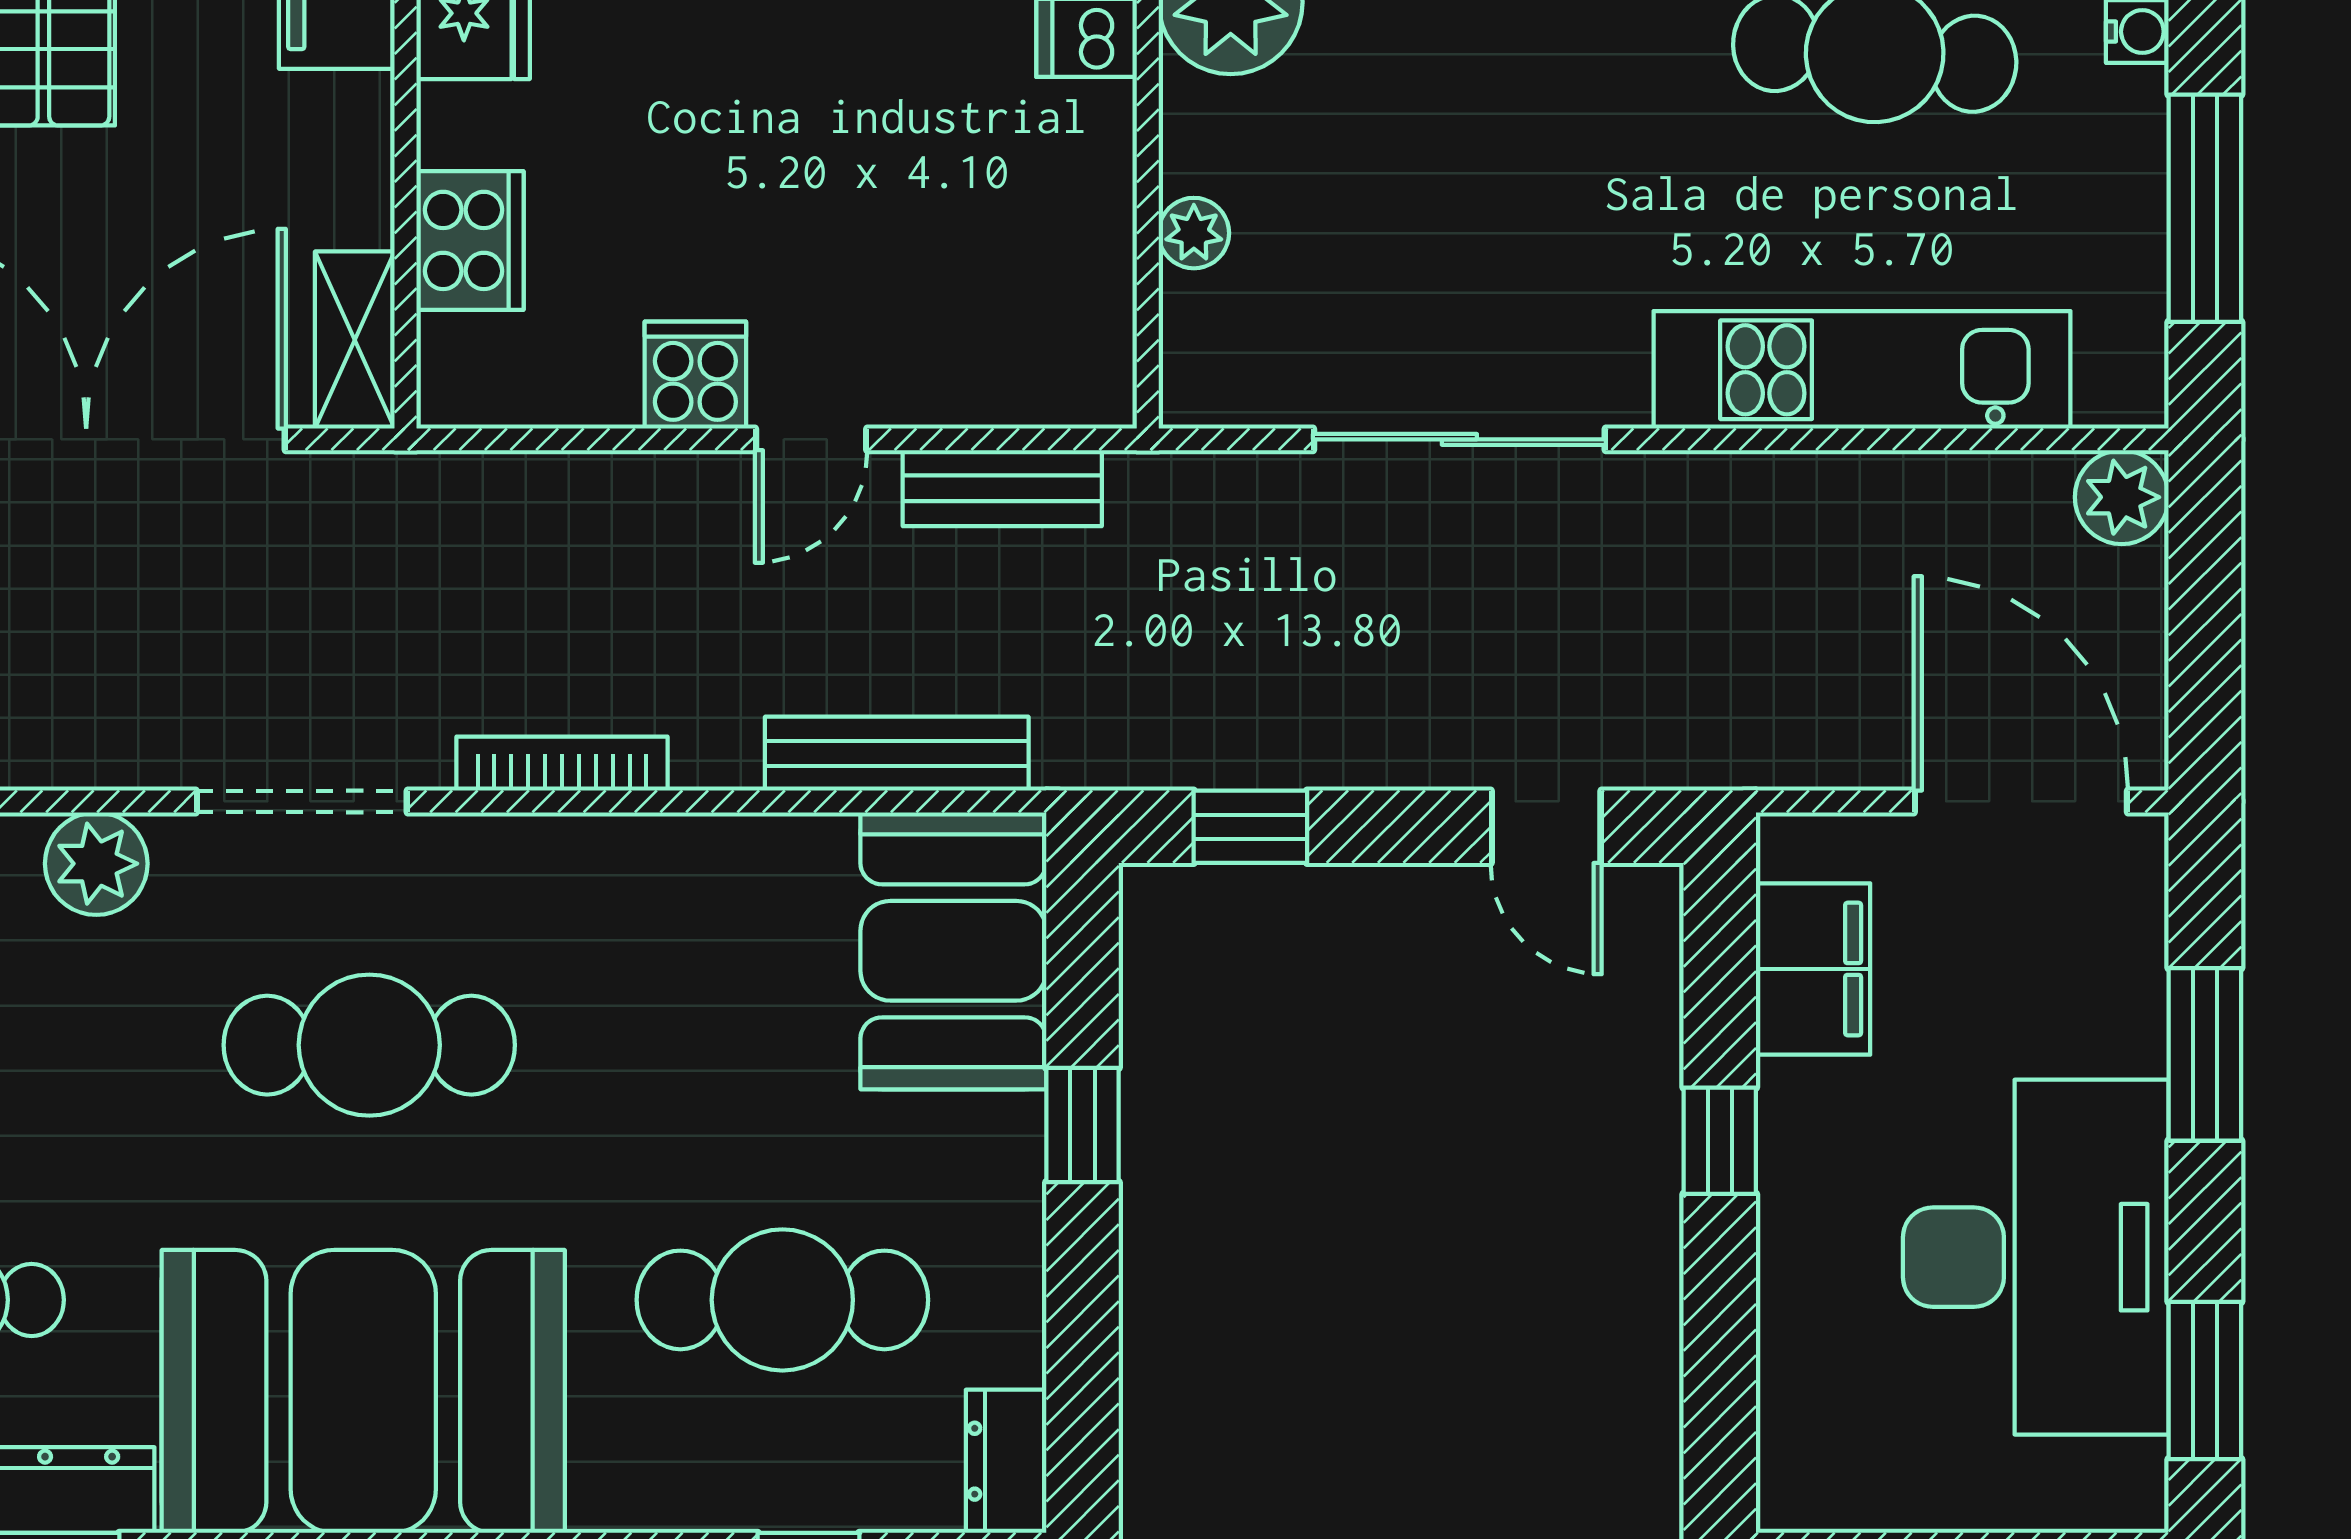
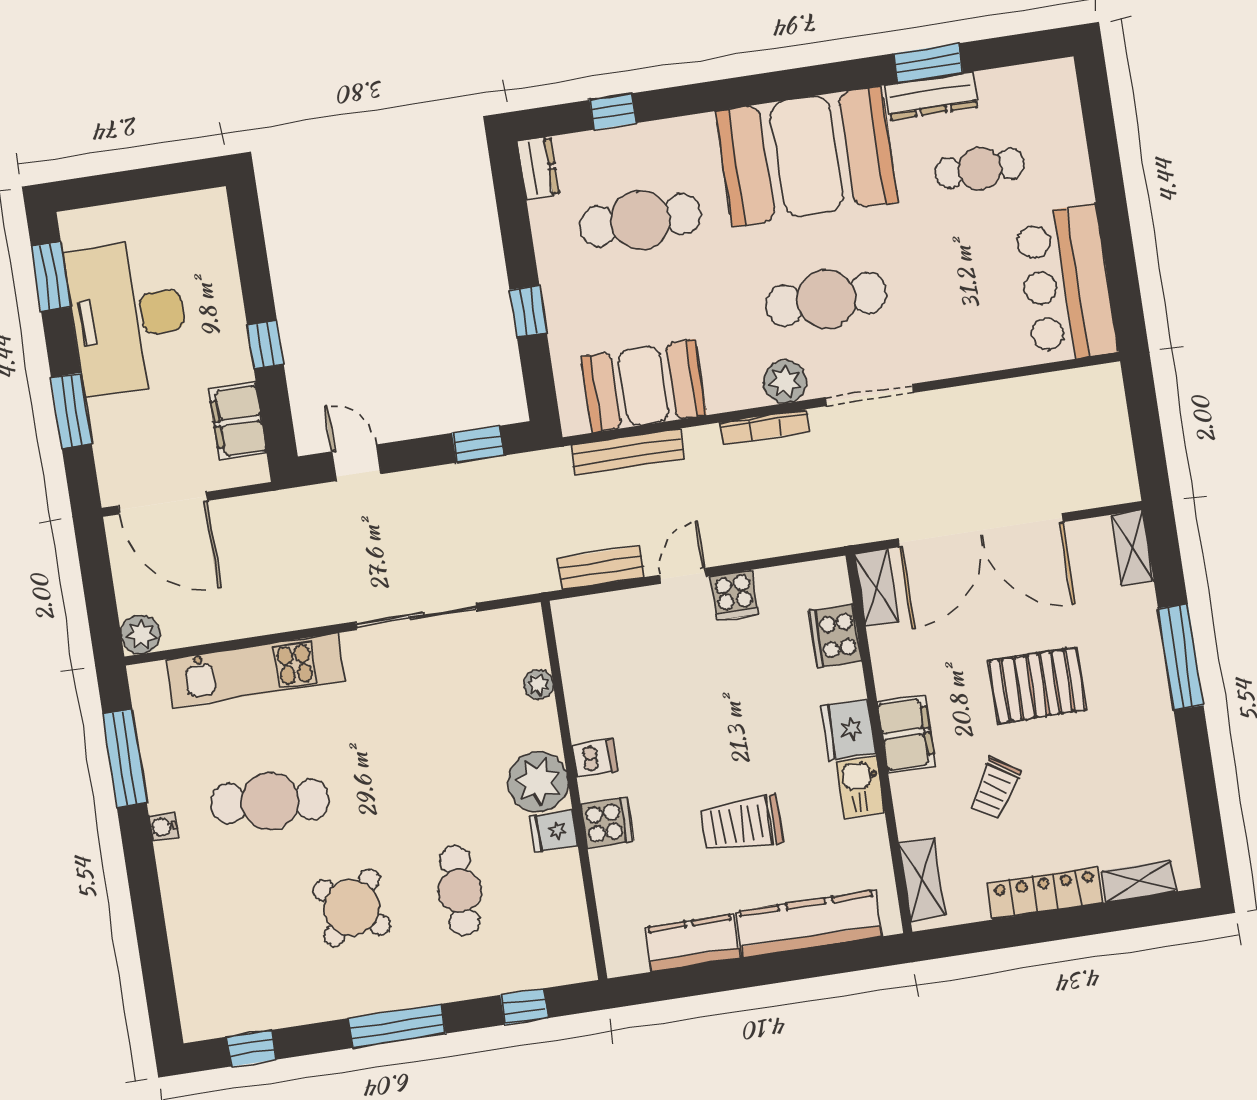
plant: (96, 864) -> (785, 382), moved
booth: (953, 951) -> (644, 386), moved, turned 90

